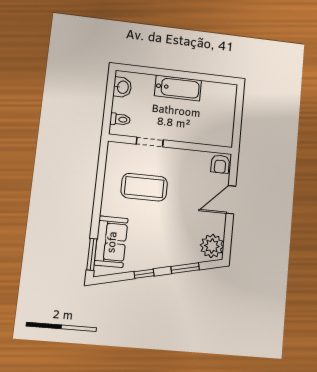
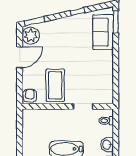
coffee table: (144, 187) -> (55, 85), moved, turned 90
door: (231, 200) -> (20, 57), moved
window: (185, 268) -> (34, 21), moved

